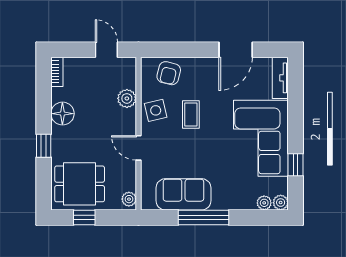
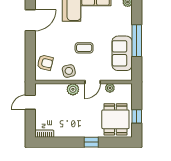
door: (236, 50) -> (30, 20), hinge flipped
plant: (127, 98) -> (73, 89), moved
floor lamp: (62, 114) -> (71, 130), removed
coffee table: (191, 115) -> (84, 48), moved
plant: (129, 199) -> (110, 88), moved

